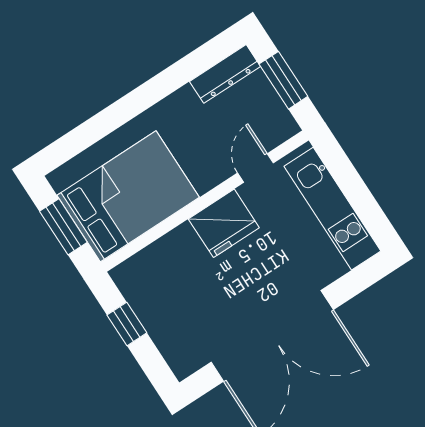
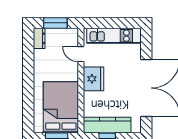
dresser: (225, 74) -> (39, 38), width x0.70
kitchen counter: (152, 308) -> (107, 125), added

